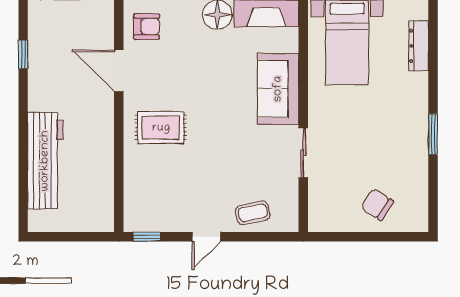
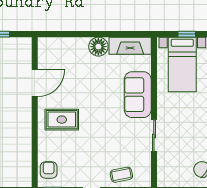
armchair: (147, 27) -> (49, 170), moved, turned -90
door: (119, 71) -> (35, 83), swing flipped

